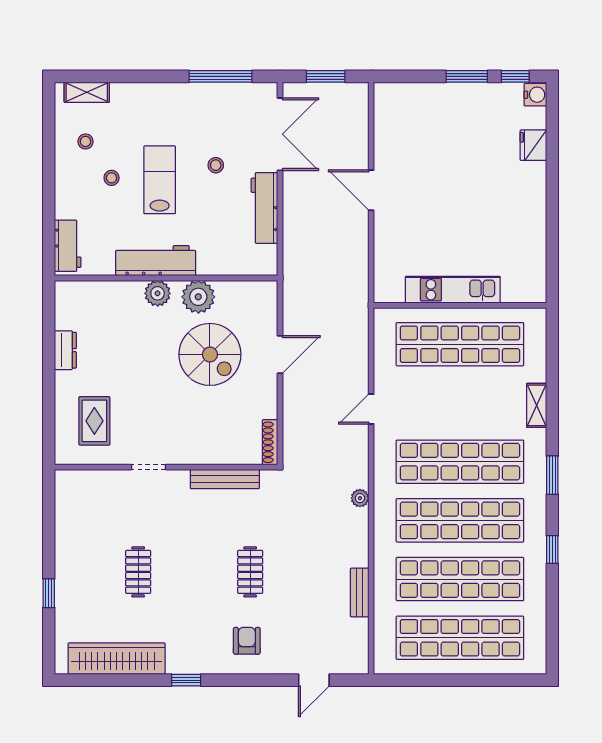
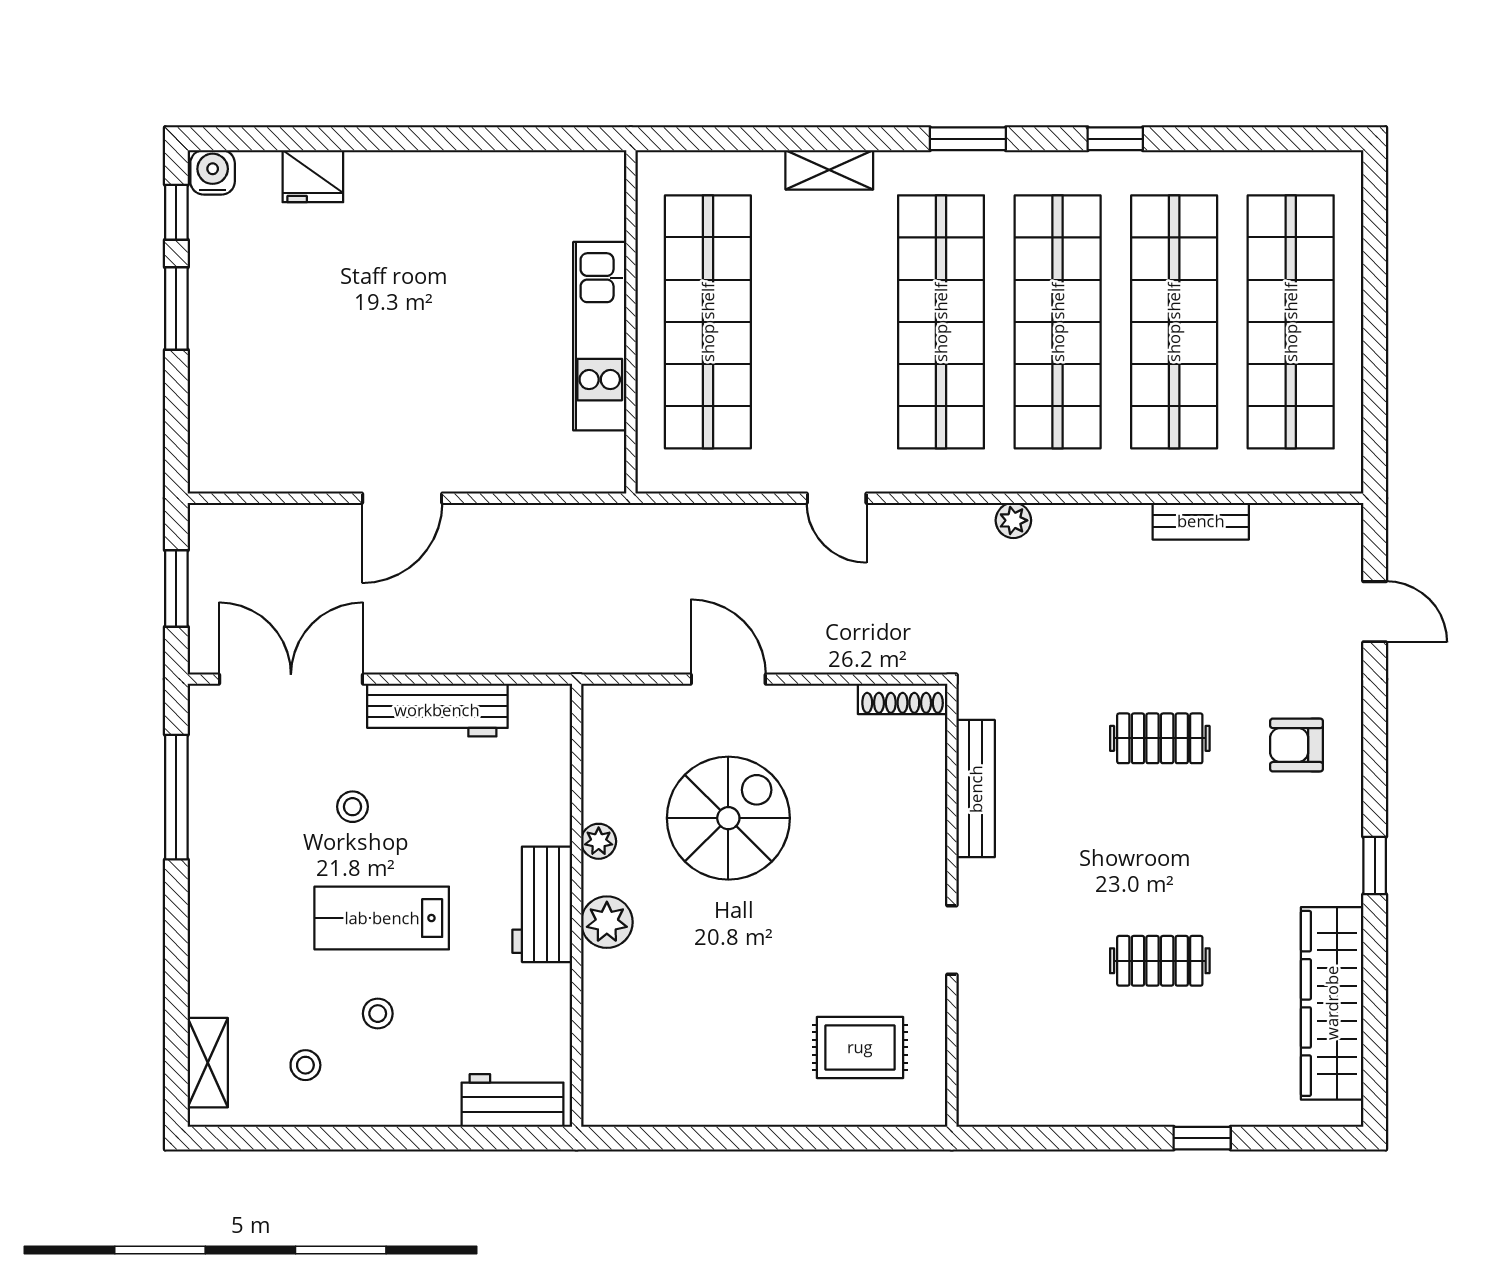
workbench: (156, 261) -> (542, 904), width x0.73
plant: (198, 297) -> (599, 841), width x0.53, depth x0.53
dresser: (65, 350) -> (720, 1105), removed

